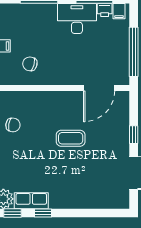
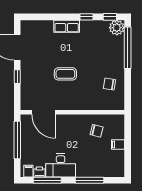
door: (99, 88) -> (44, 112), swing flipped
row of seats: (31, 201) -> (67, 26), moved

